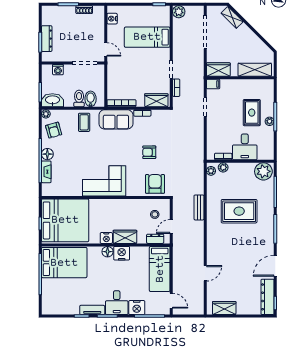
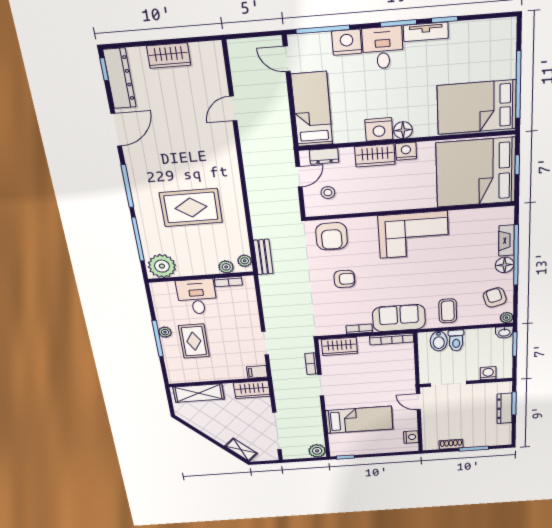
washbasin: (52, 100) -> (504, 332), width x0.52, depth x0.69
bench: (199, 207) -> (263, 257), moved
wardrobe: (224, 308) -> (169, 56), moved

